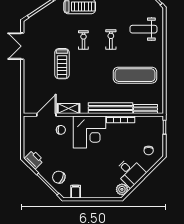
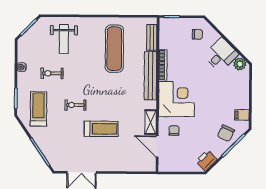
exercise bike: (111, 40) -> (52, 73), moved

